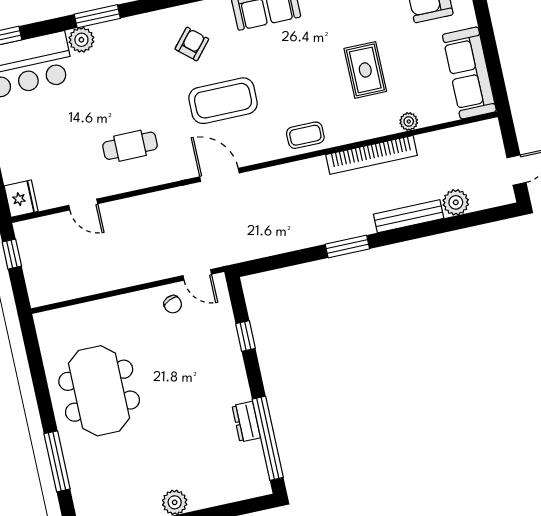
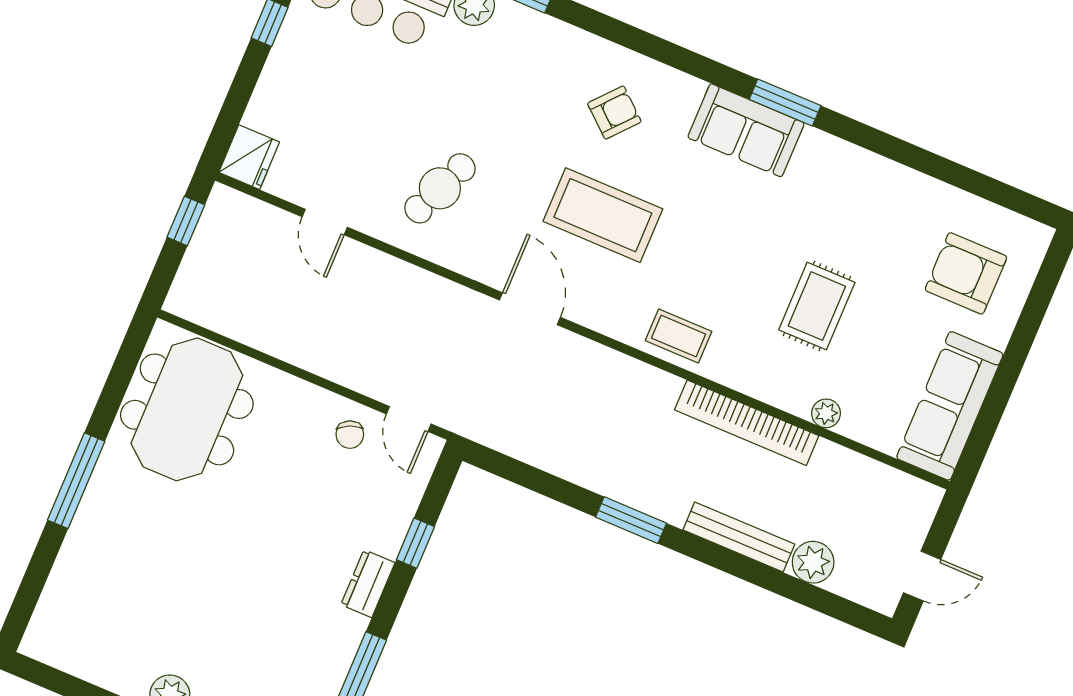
cafe table: (130, 146) -> (440, 188), turned -67
meeting table: (99, 391) -> (187, 409), moved
dresser: (246, 422) -> (368, 584), moved
window: (57, 461) -> (76, 481), moved

